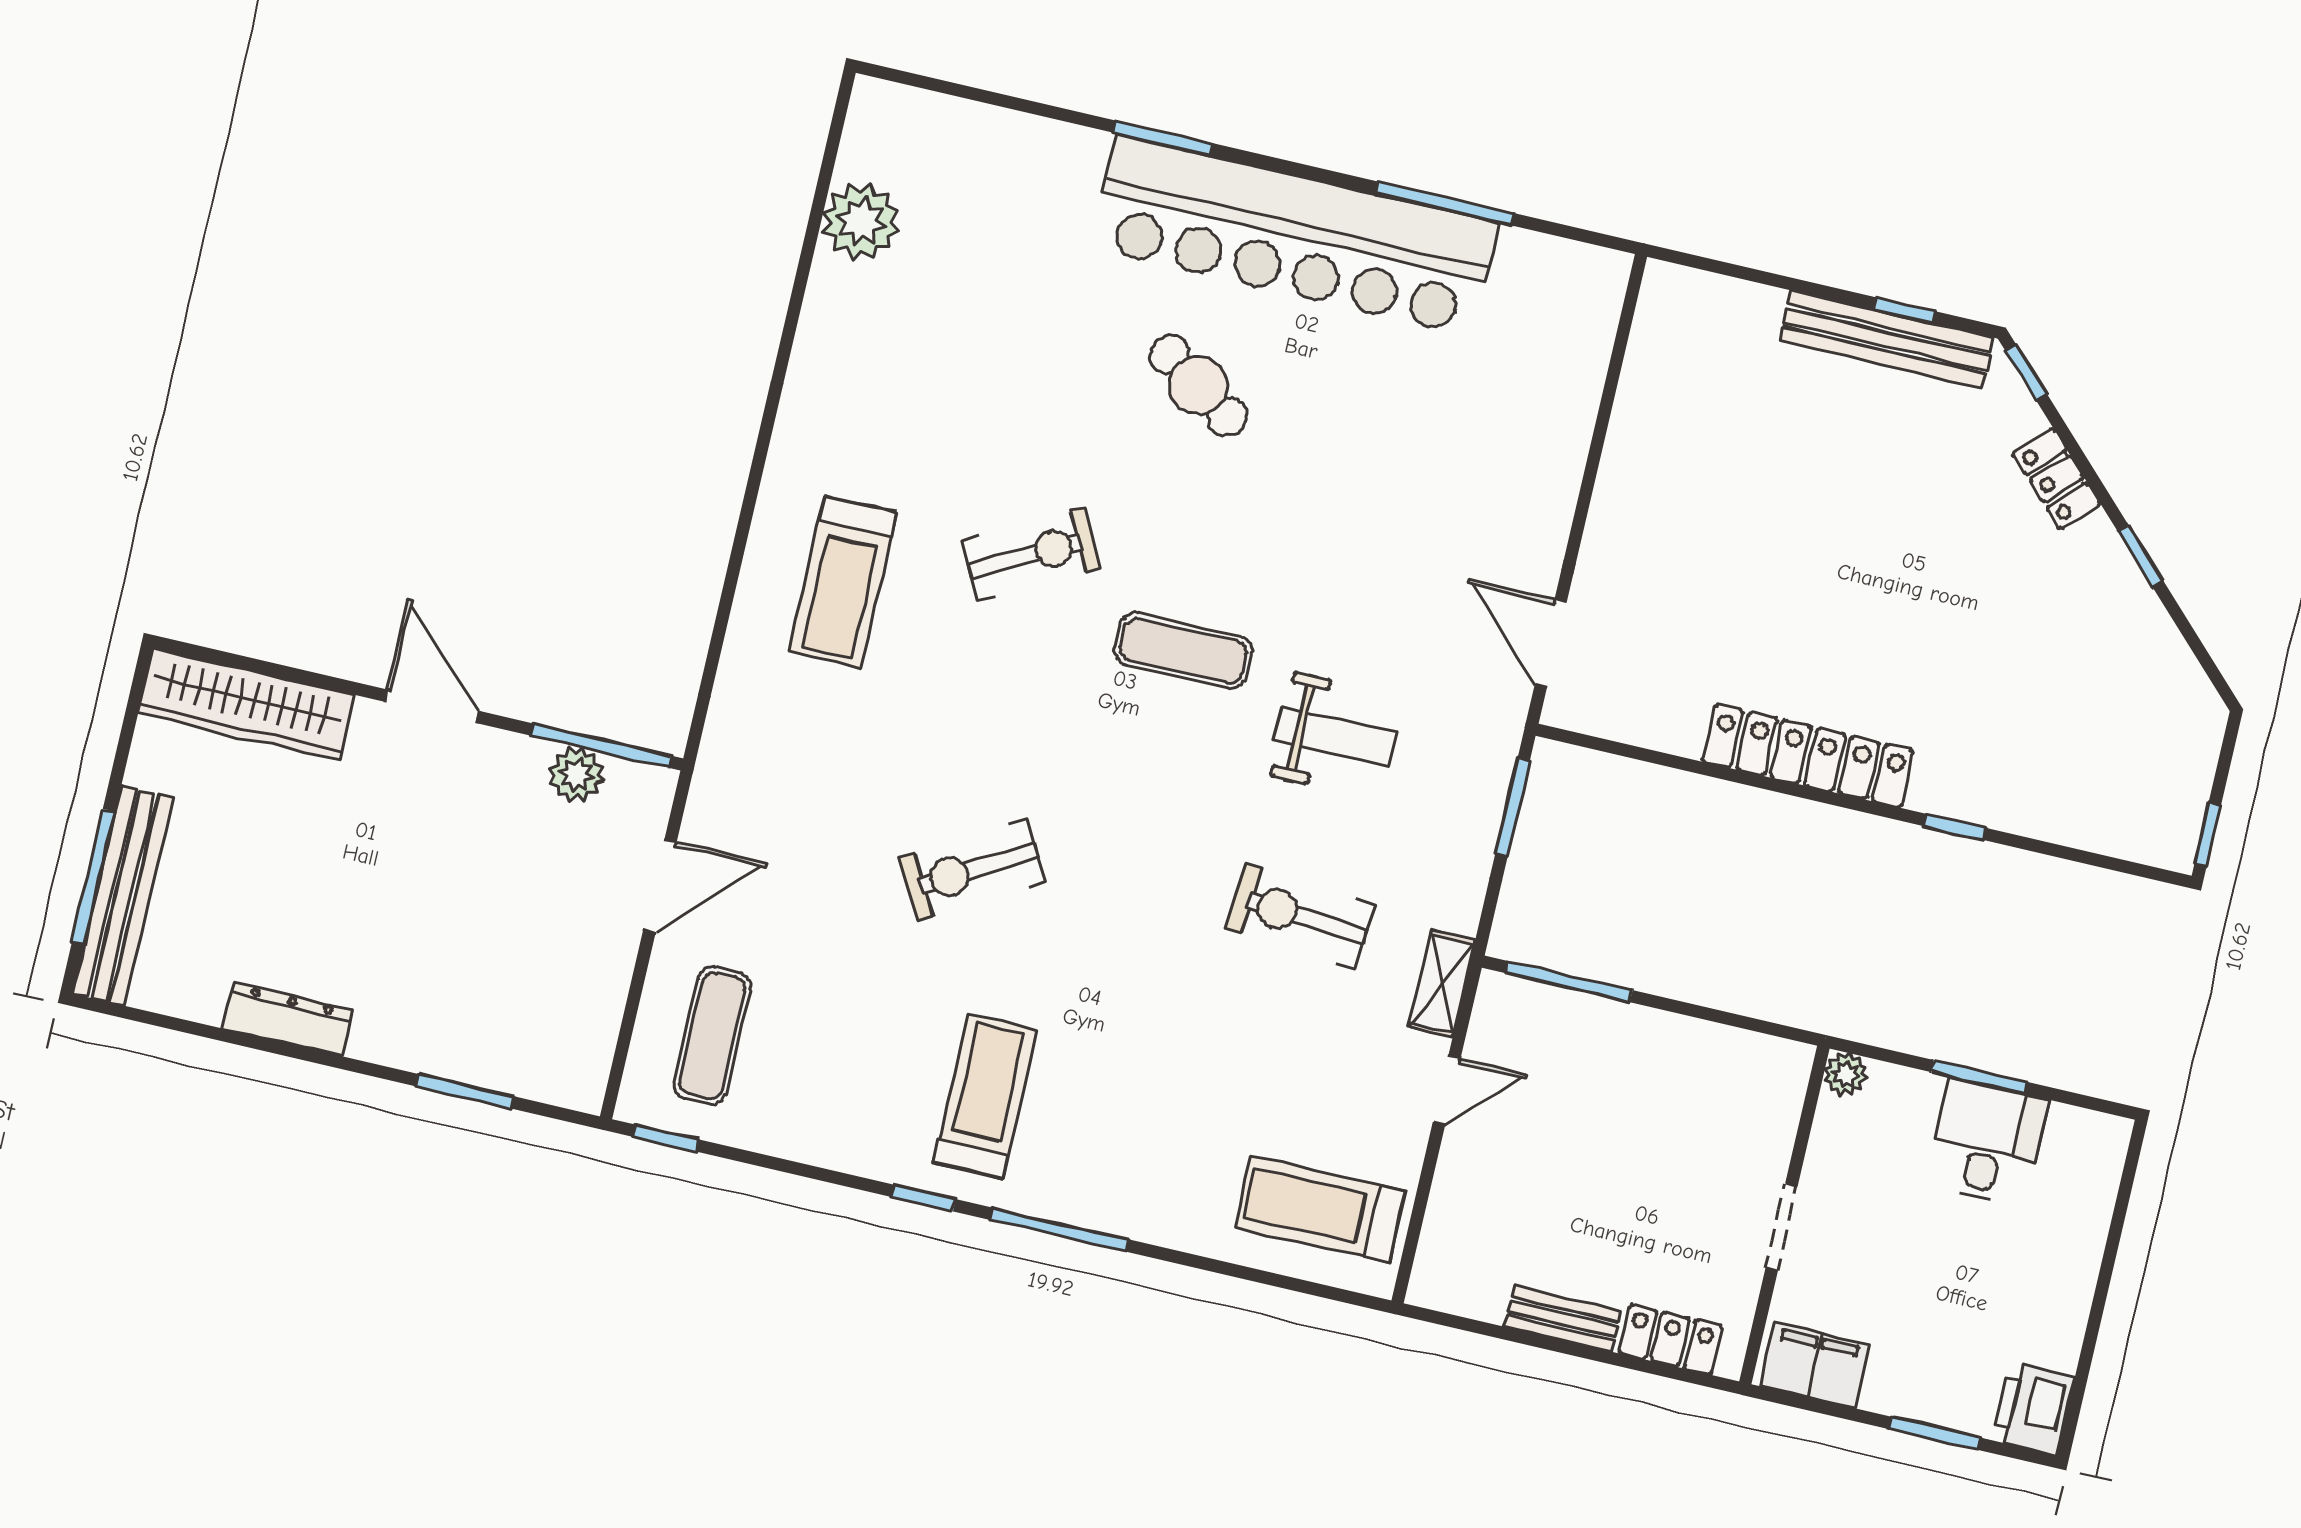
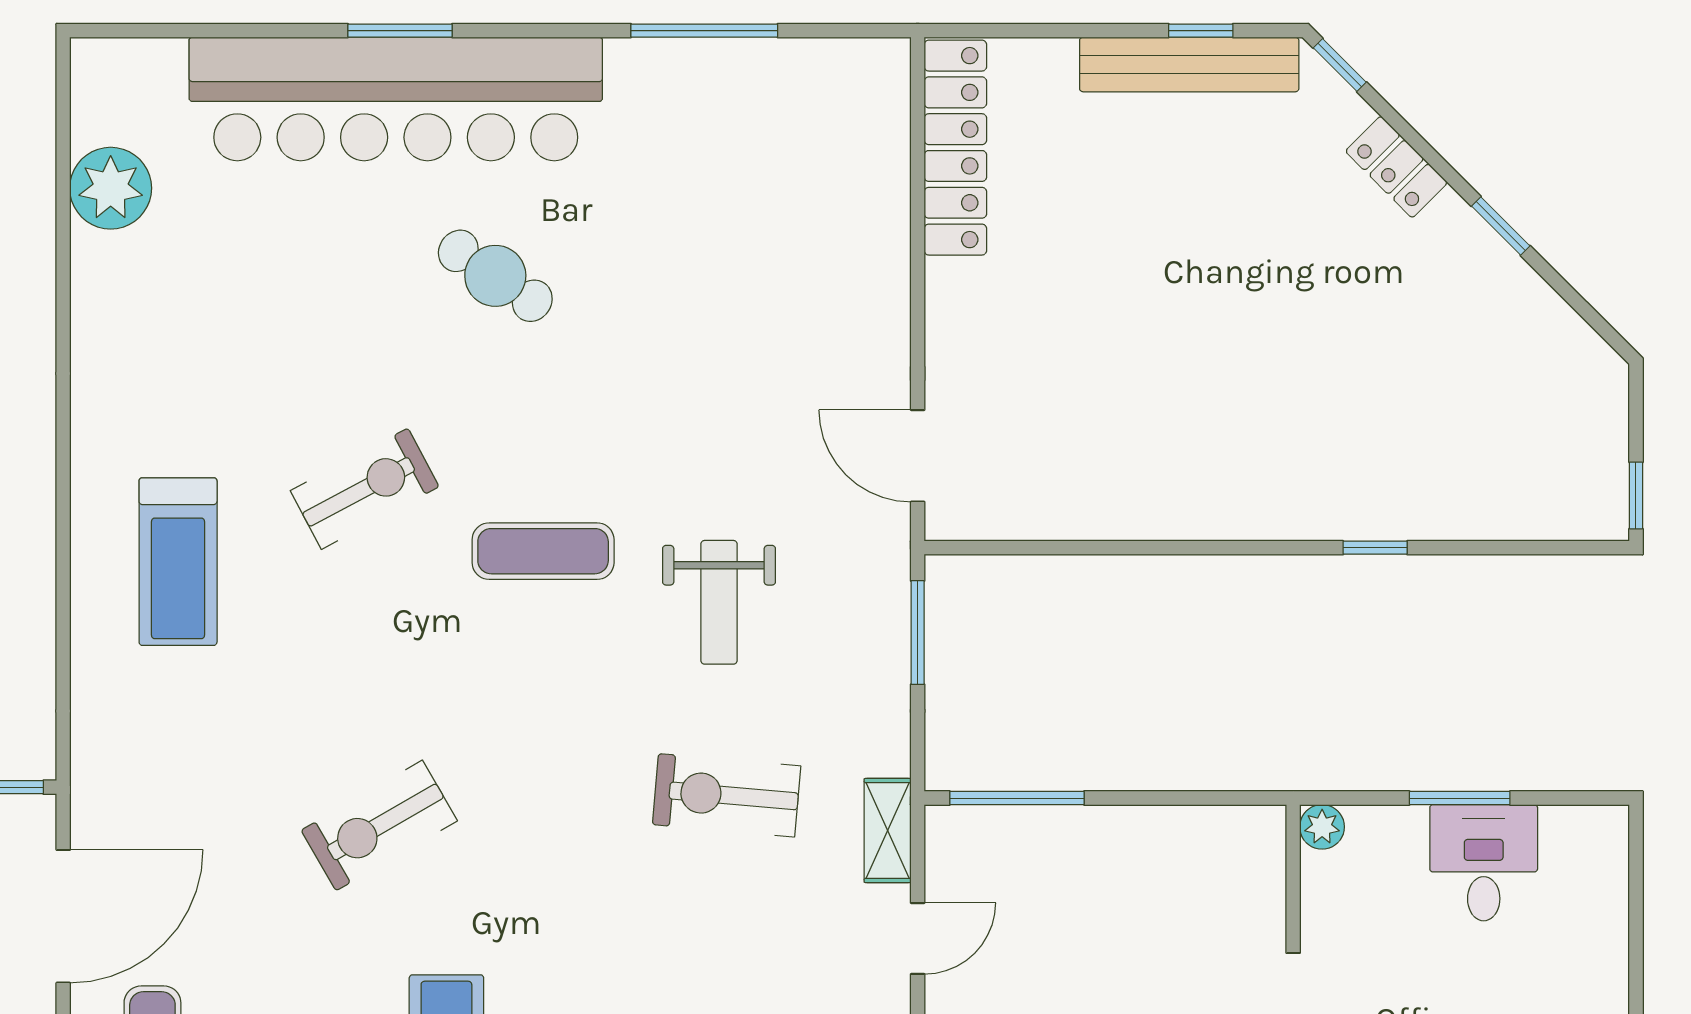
bar counter: (1295, 235) -> (396, 99), moved
weight bench: (1335, 736) -> (719, 602), turned 90
locker: (1808, 756) -> (955, 148), moved, turned 90
door: (660, 886) -> (63, 916), width x1.36

